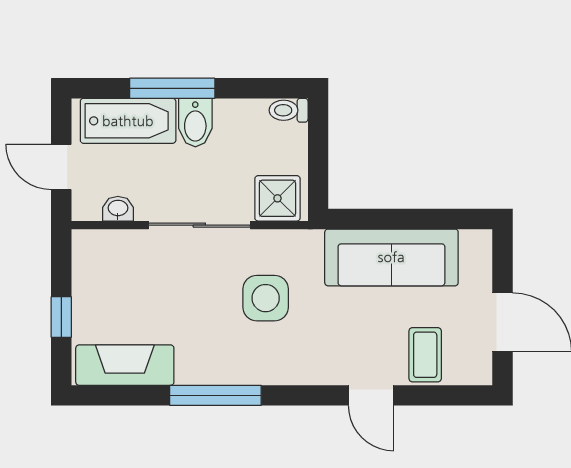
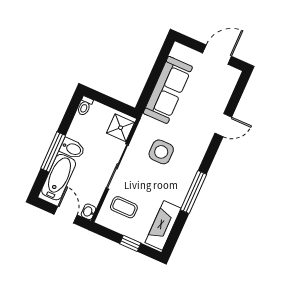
door: (61, 167) -> (66, 215), swing flipped
washbasin: (118, 209) -> (88, 212), moved
coffee table: (425, 355) -> (124, 207), moved

